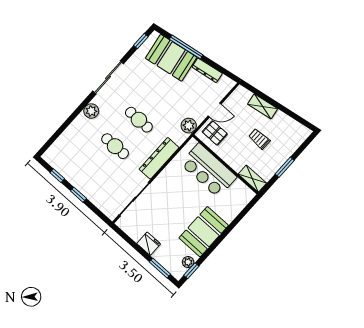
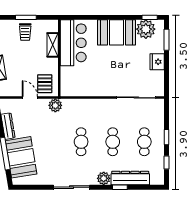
window: (141, 41) -> (120, 187), moved
trolley: (259, 139) -> (25, 32), moved
dresser: (159, 158) -> (130, 178), moved, turned 180
bar counter: (208, 170) -> (73, 43), moved
cafe table: (91, 173) -> (144, 142), added
shelving: (252, 179) -> (53, 45), moved
plant: (188, 262) -> (146, 29), width x1.88, depth x1.88

